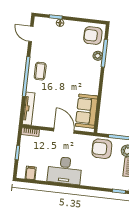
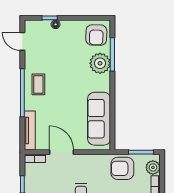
armchair: (93, 36) -> (96, 35), turned -88
plant: (98, 56) -> (100, 63), width x1.87, depth x1.87
sofa: (87, 111) -> (99, 119), width x1.36
door: (64, 131) -> (62, 152), moved

